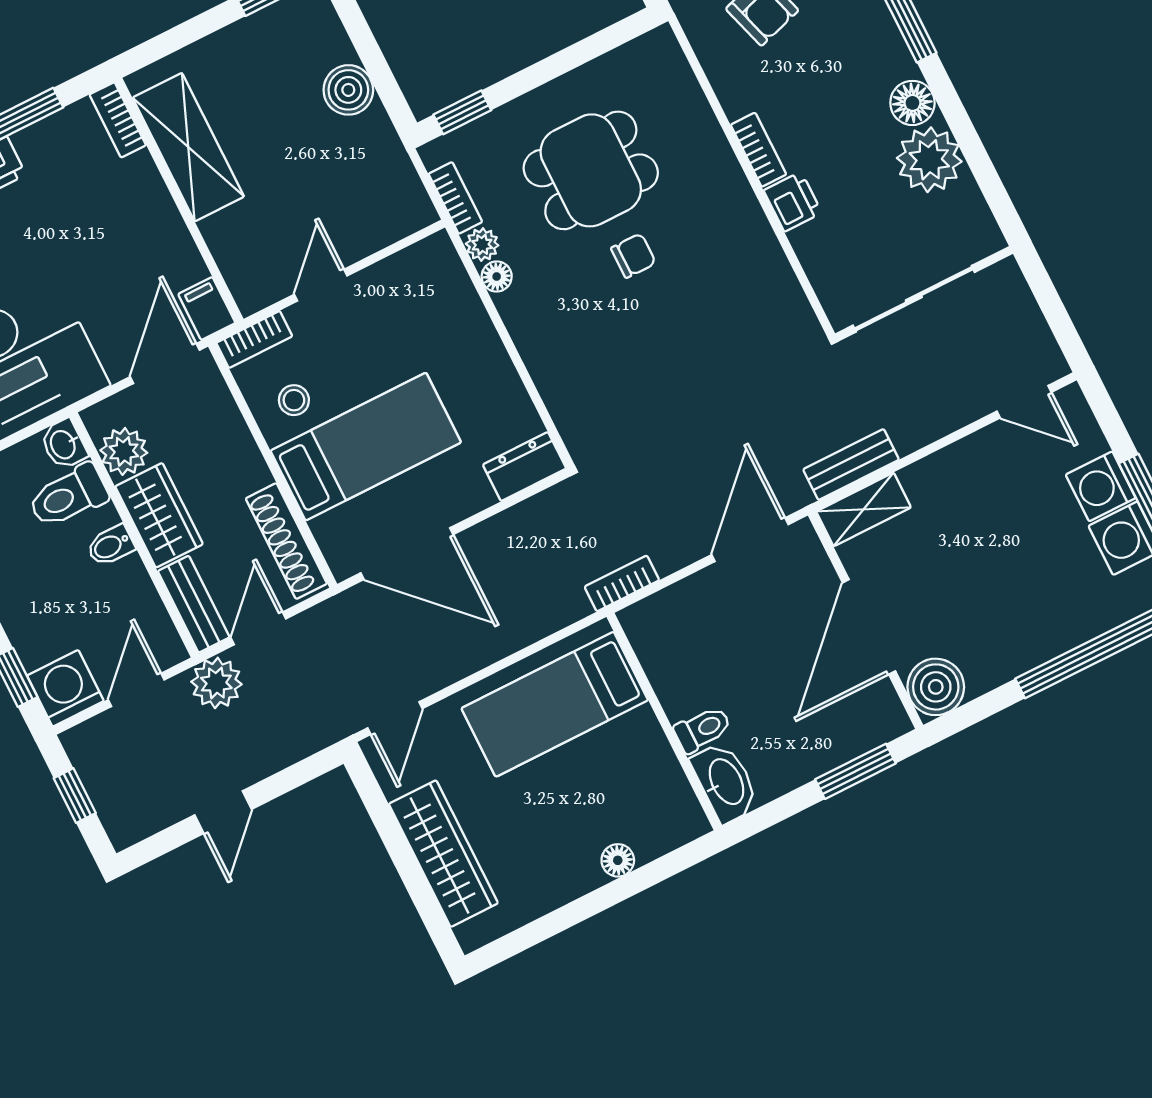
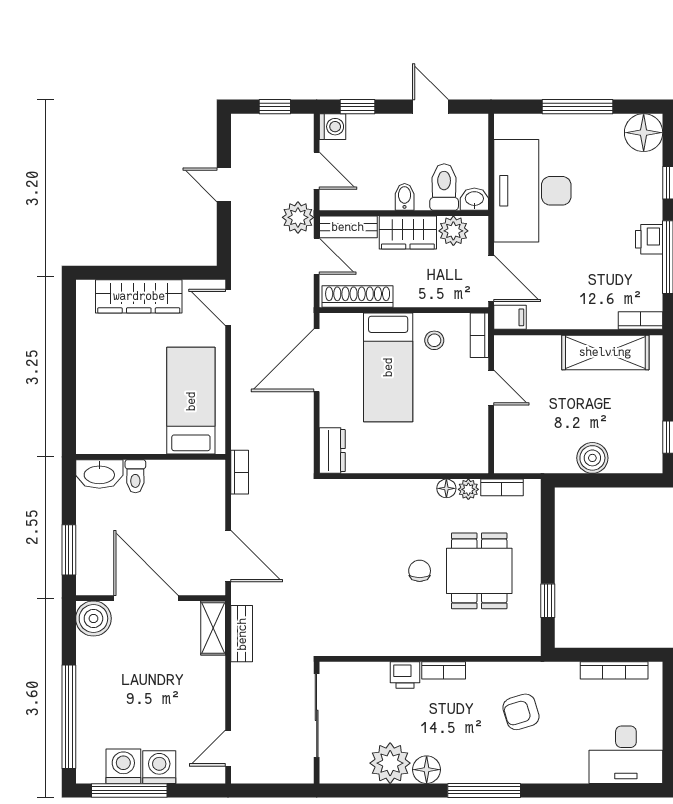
window: (462, 112) -> (548, 601), moved
chair: (633, 256) -> (420, 571), turned 180
washing machine: (65, 688) -> (332, 127), width x0.73, depth x0.73
floor lamp: (618, 860) -> (86, 392), removed

